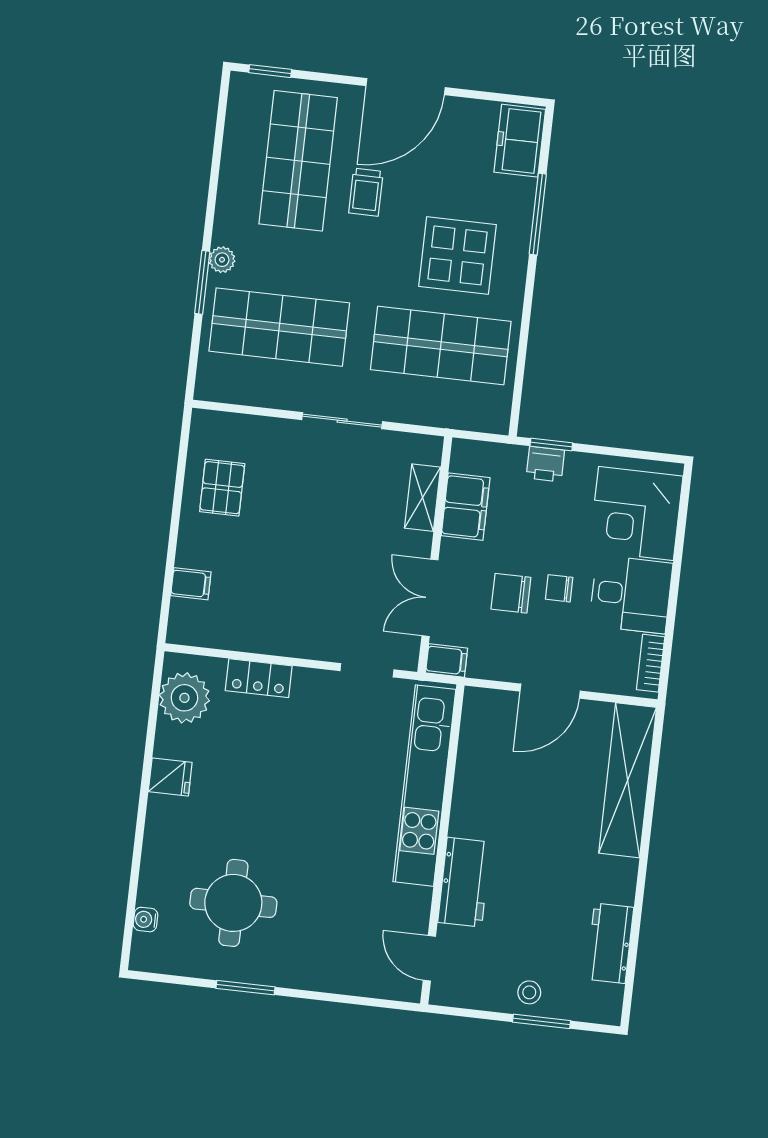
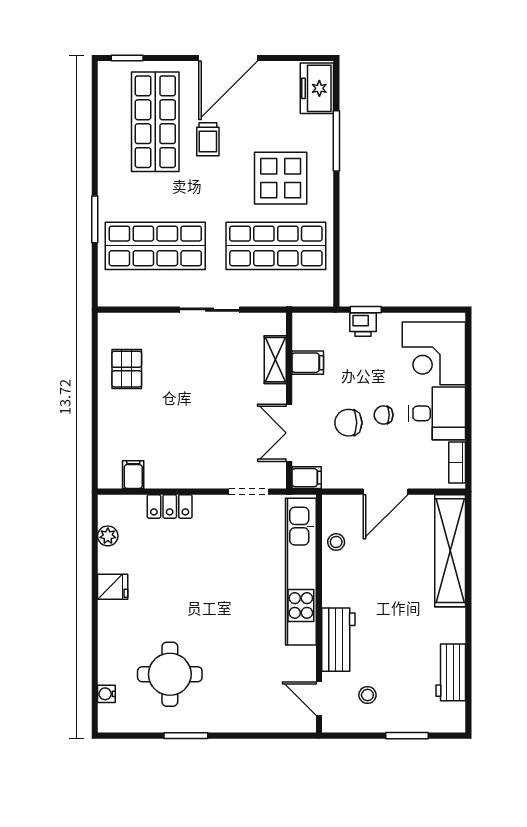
plant: (222, 260) -> (107, 201), removed
filing cabinet: (466, 507) -> (308, 363), width x0.50
filing cabinet: (191, 584) -> (133, 475), moved, turned -90
plant: (184, 698) -> (108, 536), width x0.53, depth x0.53
stool: (476, 751) -> (336, 542), added
stool: (529, 992) -> (367, 695), moved

